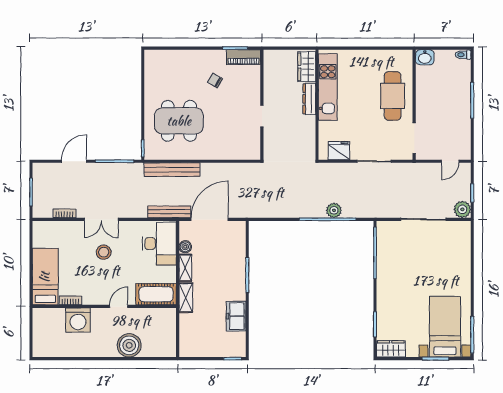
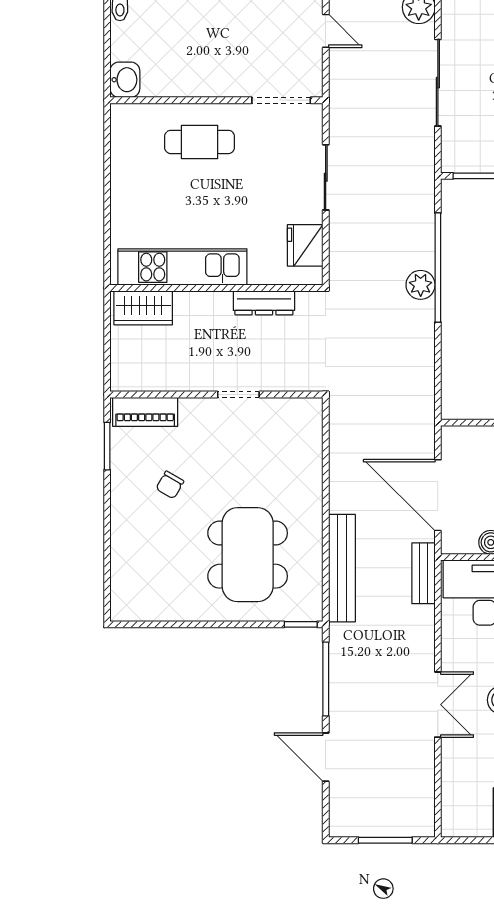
piano: (243, 57) -> (145, 412), moved, turned 90
cafe table: (393, 96) -> (200, 142), width x0.73, depth x0.74
dresser: (309, 99) -> (264, 303), moved
plant: (334, 210) -> (421, 285), moved
bench: (169, 212) -> (423, 573), width x0.73
bookcase: (64, 213) -> (426, 776), removed

